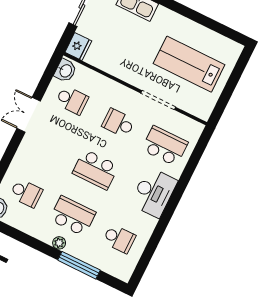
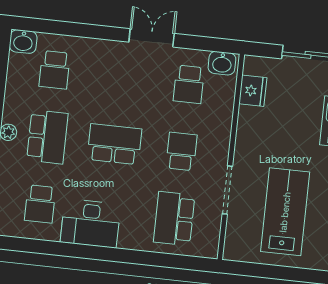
fridge: (78, 47) -> (253, 91), moved, turned -90
school desk: (165, 146) -> (174, 219), turned 180
school desk: (96, 169) -> (114, 144), turned 90
desk: (154, 192) -> (90, 223), moved

